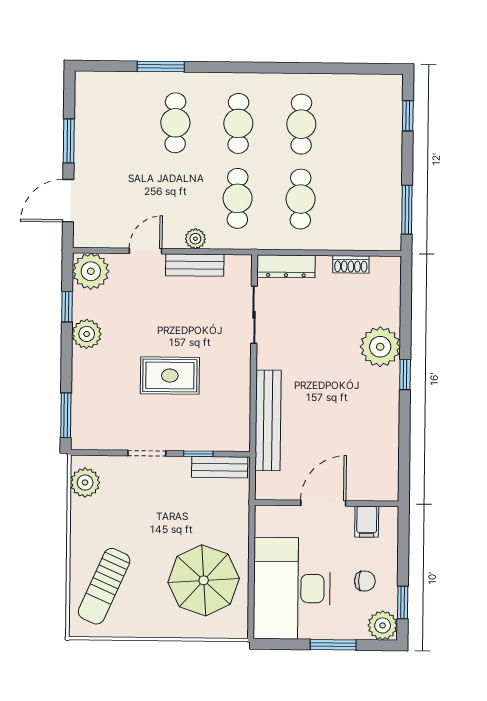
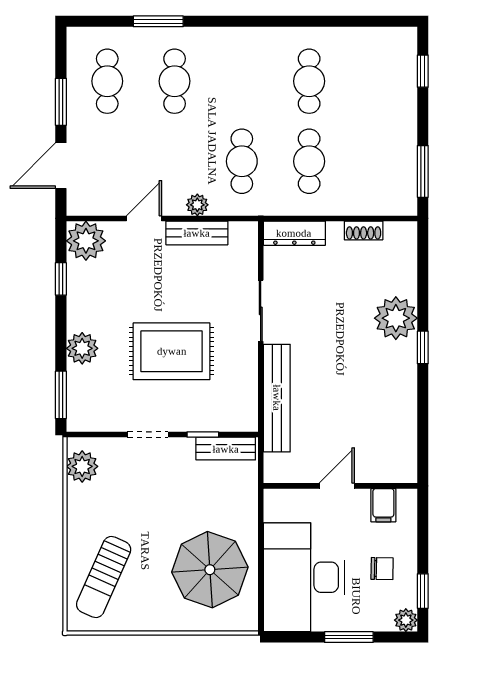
cafe table: (238, 123) -> (107, 81), moved
sliding door: (254, 315) -> (261, 311), moved
plant: (87, 334) -> (82, 348), moved
rug: (170, 376) -> (172, 351), width x1.36, depth x1.43
door: (323, 503) -> (337, 486), width x0.73
plant: (383, 625) -> (406, 620), width x0.73, depth x0.73

